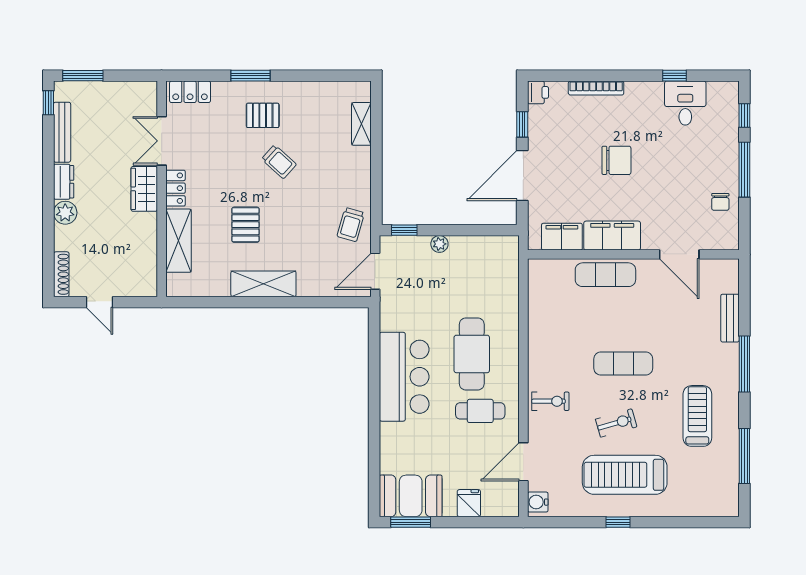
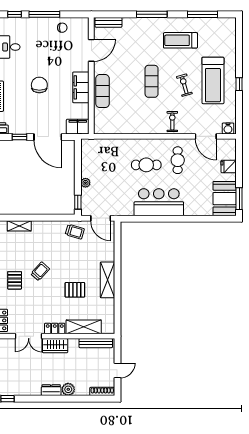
bench: (62, 132) -> (96, 343), moved
filing cabinet: (562, 237) -> (78, 127), moved, turned 90
bench: (730, 318) -> (109, 22), moved
cafe table: (472, 354) -> (146, 165), width x0.73, depth x0.74

